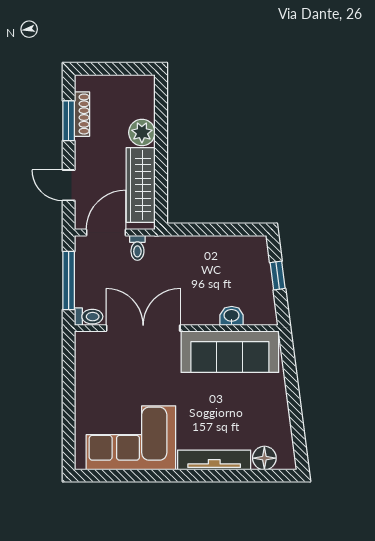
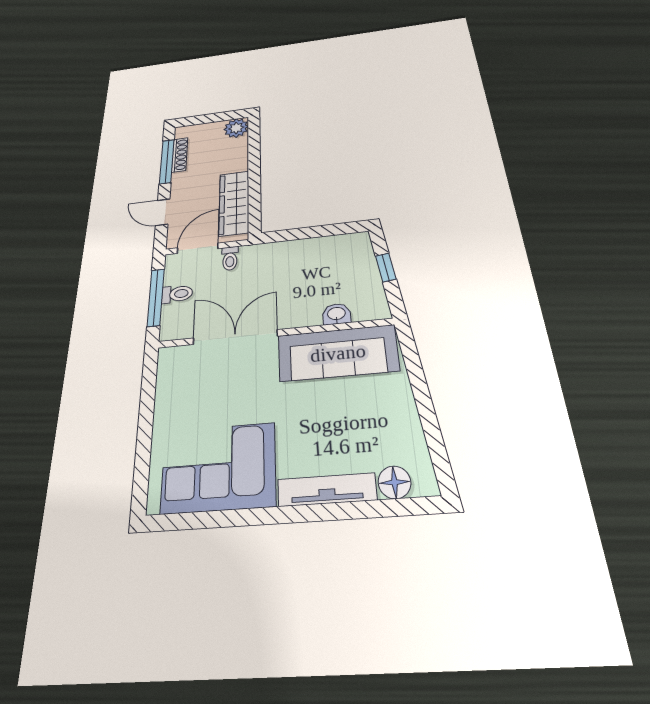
window: (69, 121) -> (167, 161), width x1.44
plant: (142, 133) -> (236, 128), moved
toilet: (89, 317) -> (177, 294), moved

